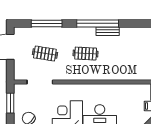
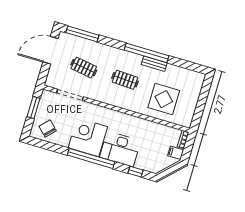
window: (47, 23) -> (82, 34), moved
display table: (126, 61) -> (164, 99), added

